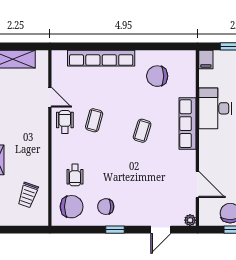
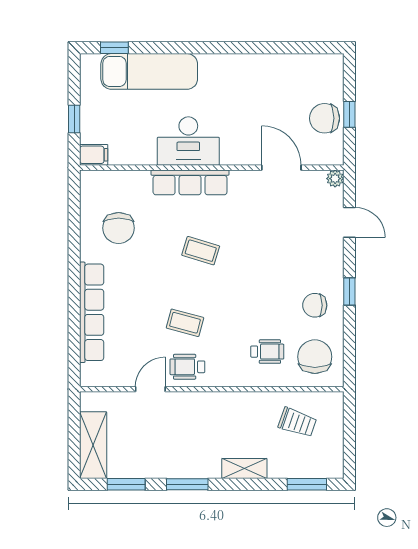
desk: (215, 108) -> (188, 141), moved
door: (197, 184) -> (281, 168), hinge flipped
chair: (106, 207) -> (315, 305), turned 90

